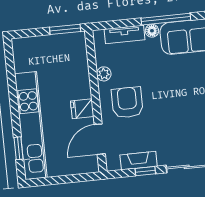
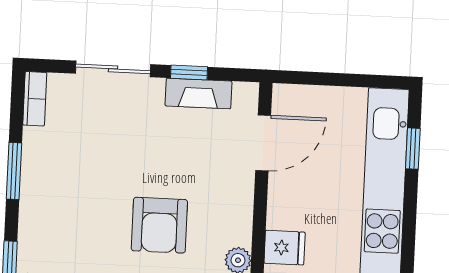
armchair: (127, 102) -> (159, 225), moved
fridge: (82, 109) -> (285, 248), moved

